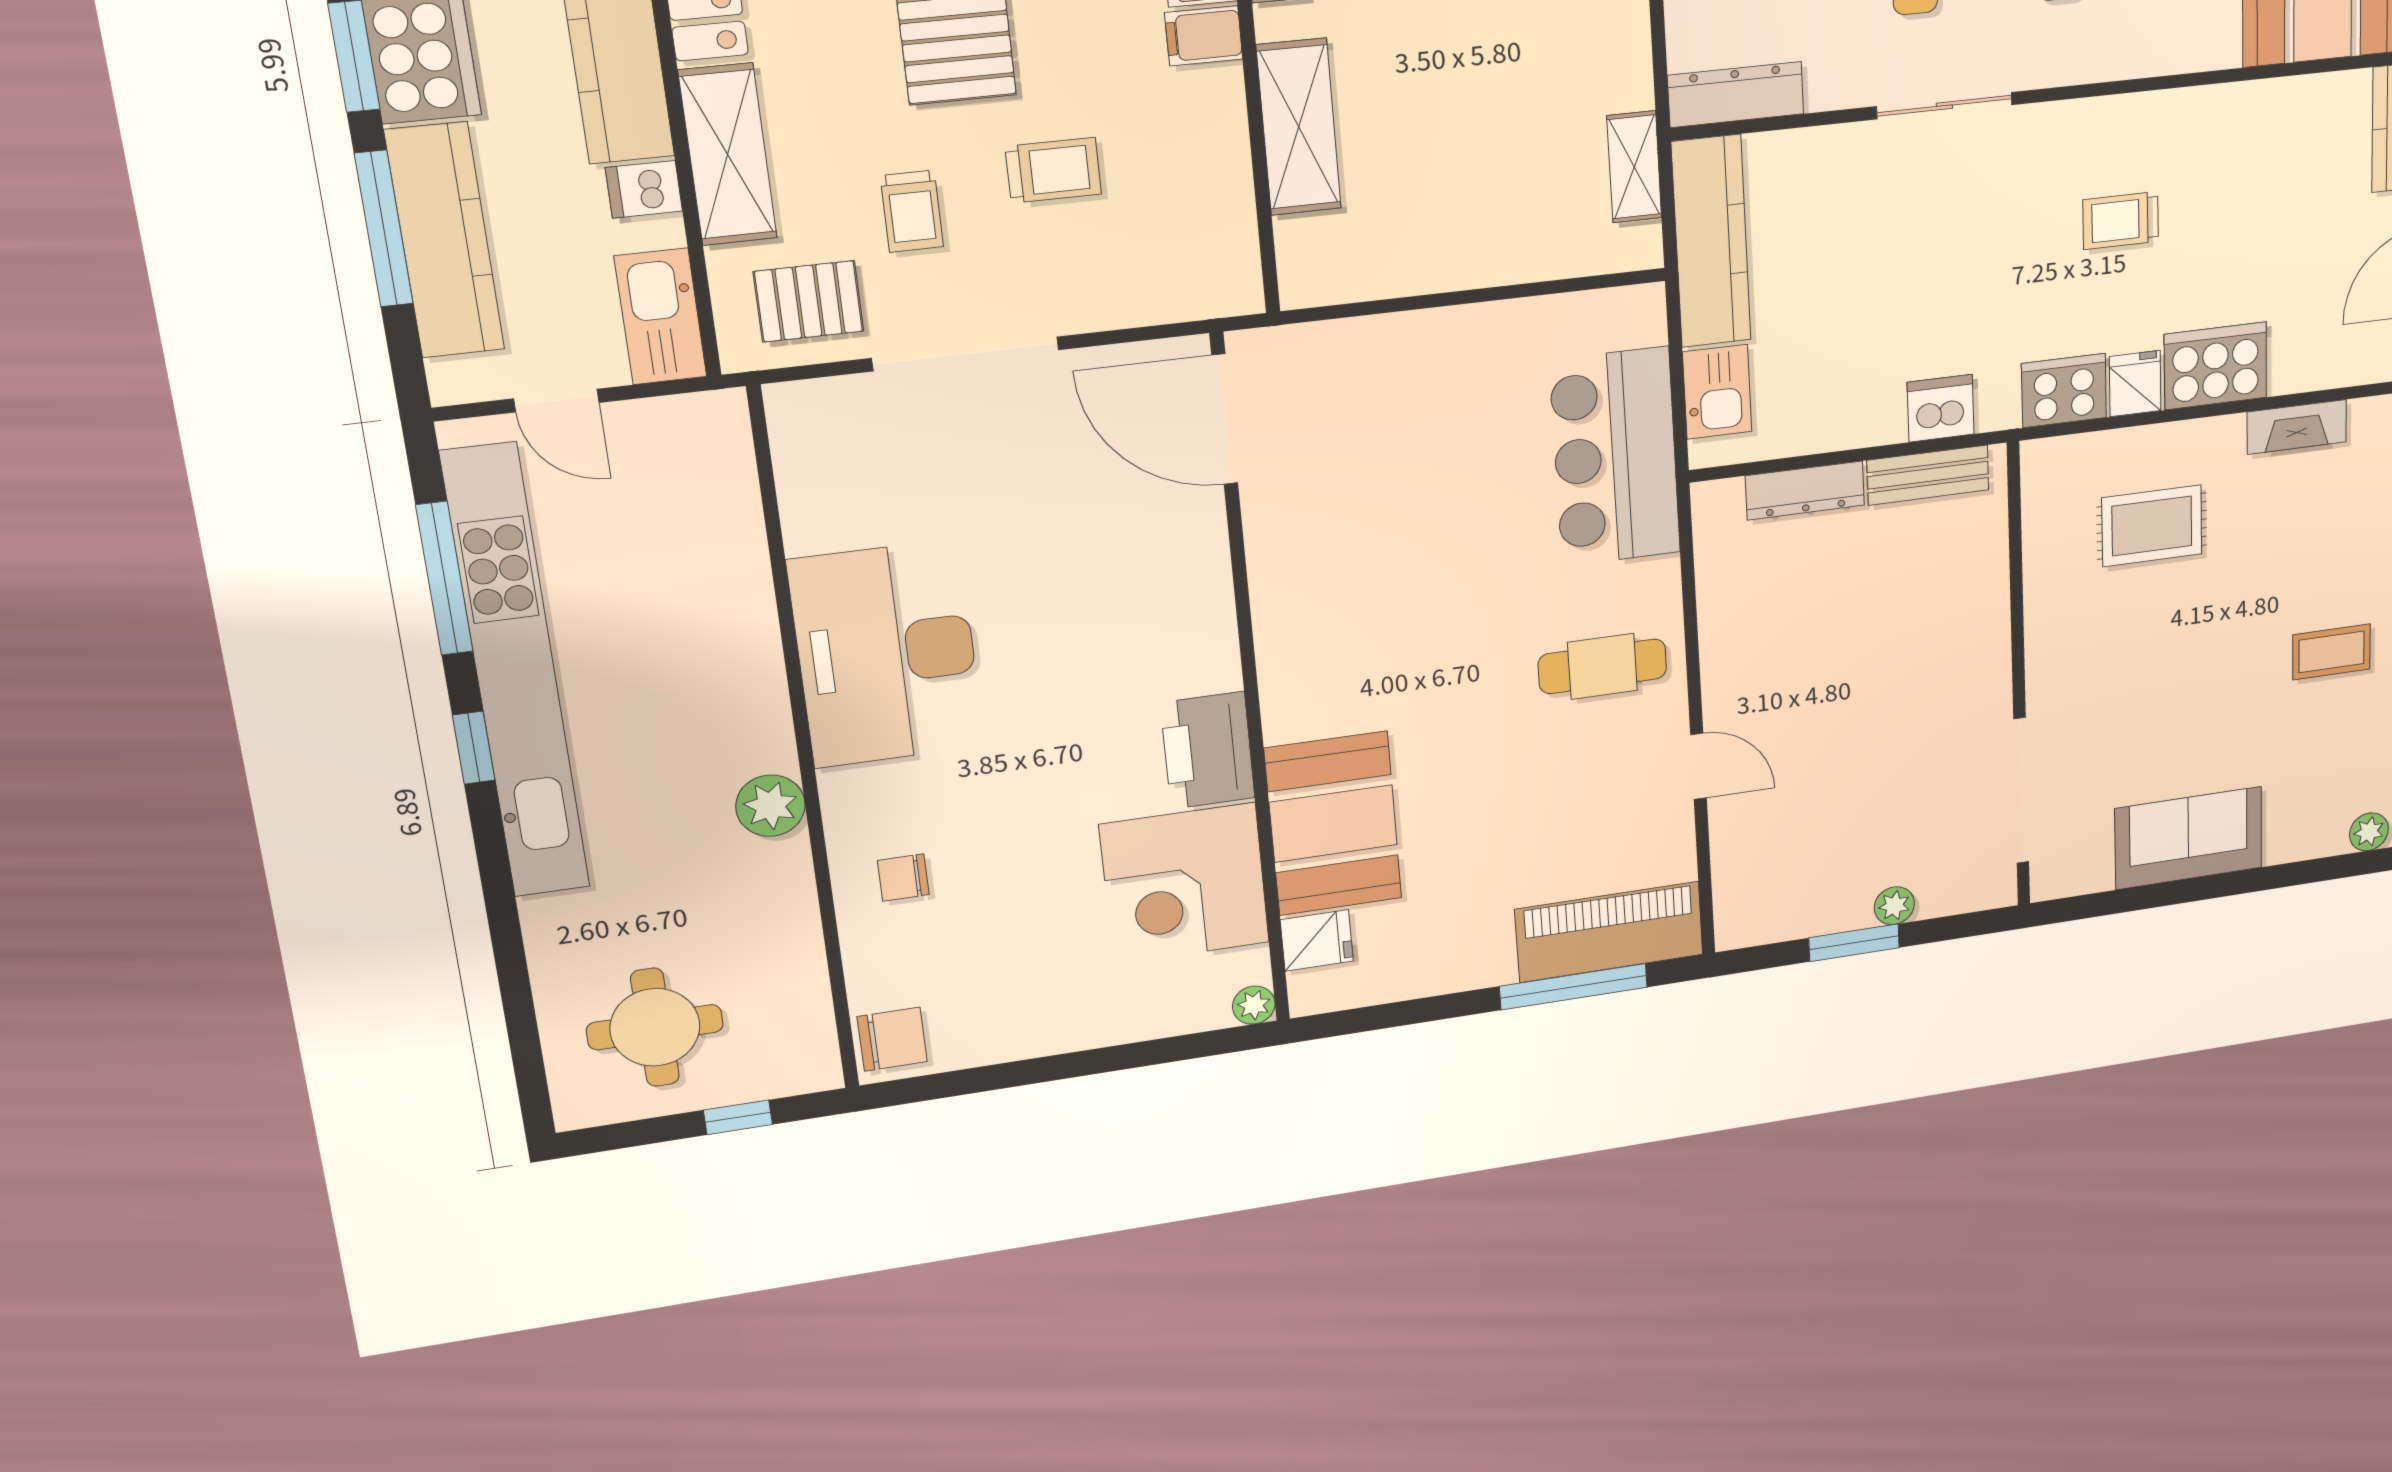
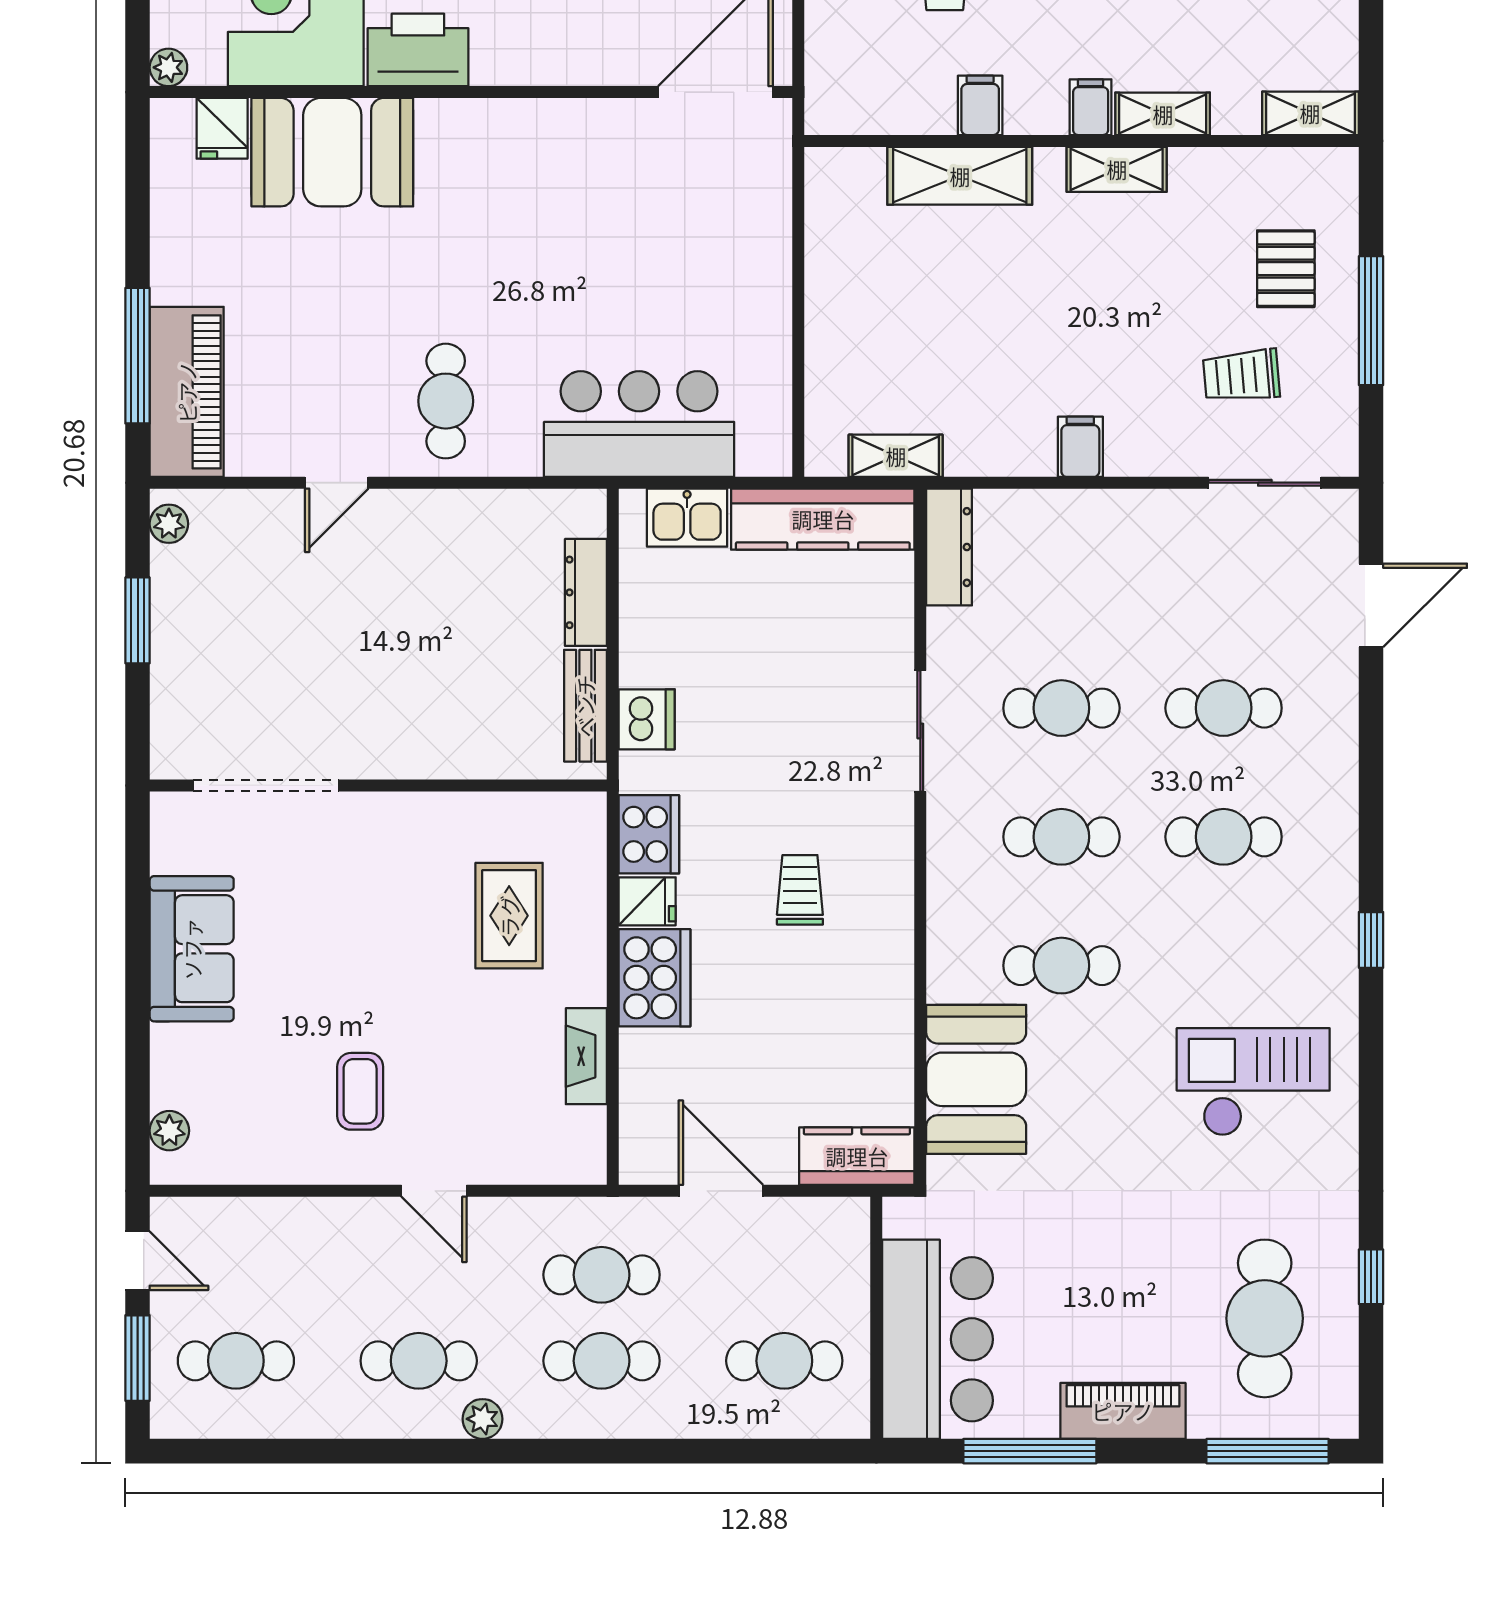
filing cabinet: (1204, 36) -> (980, 105), moved
plant: (1894, 906) -> (169, 524), moved

